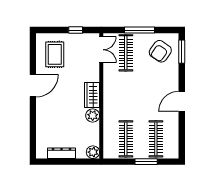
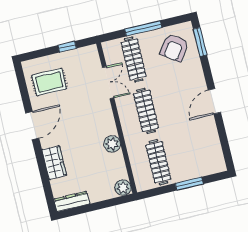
double door: (101, 50) -> (108, 83), moved
rug: (55, 54) -> (49, 82), turned 90
wardrobe: (92, 95) -> (54, 163), moved, turned 180
clothes rail: (156, 139) -> (146, 111), moved
dresser: (62, 153) -> (72, 201), moved

